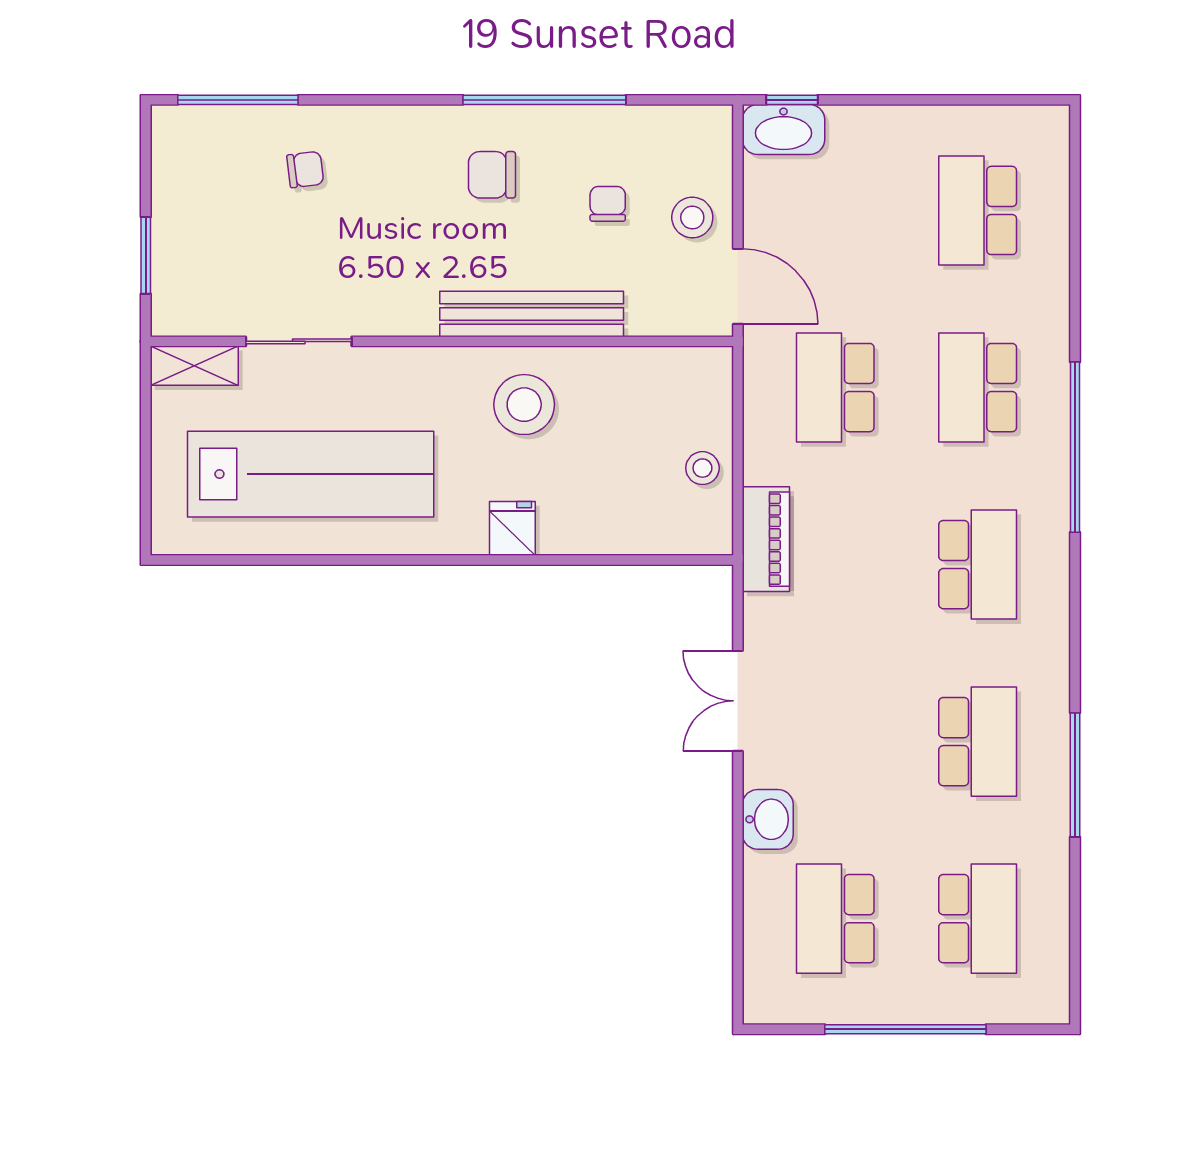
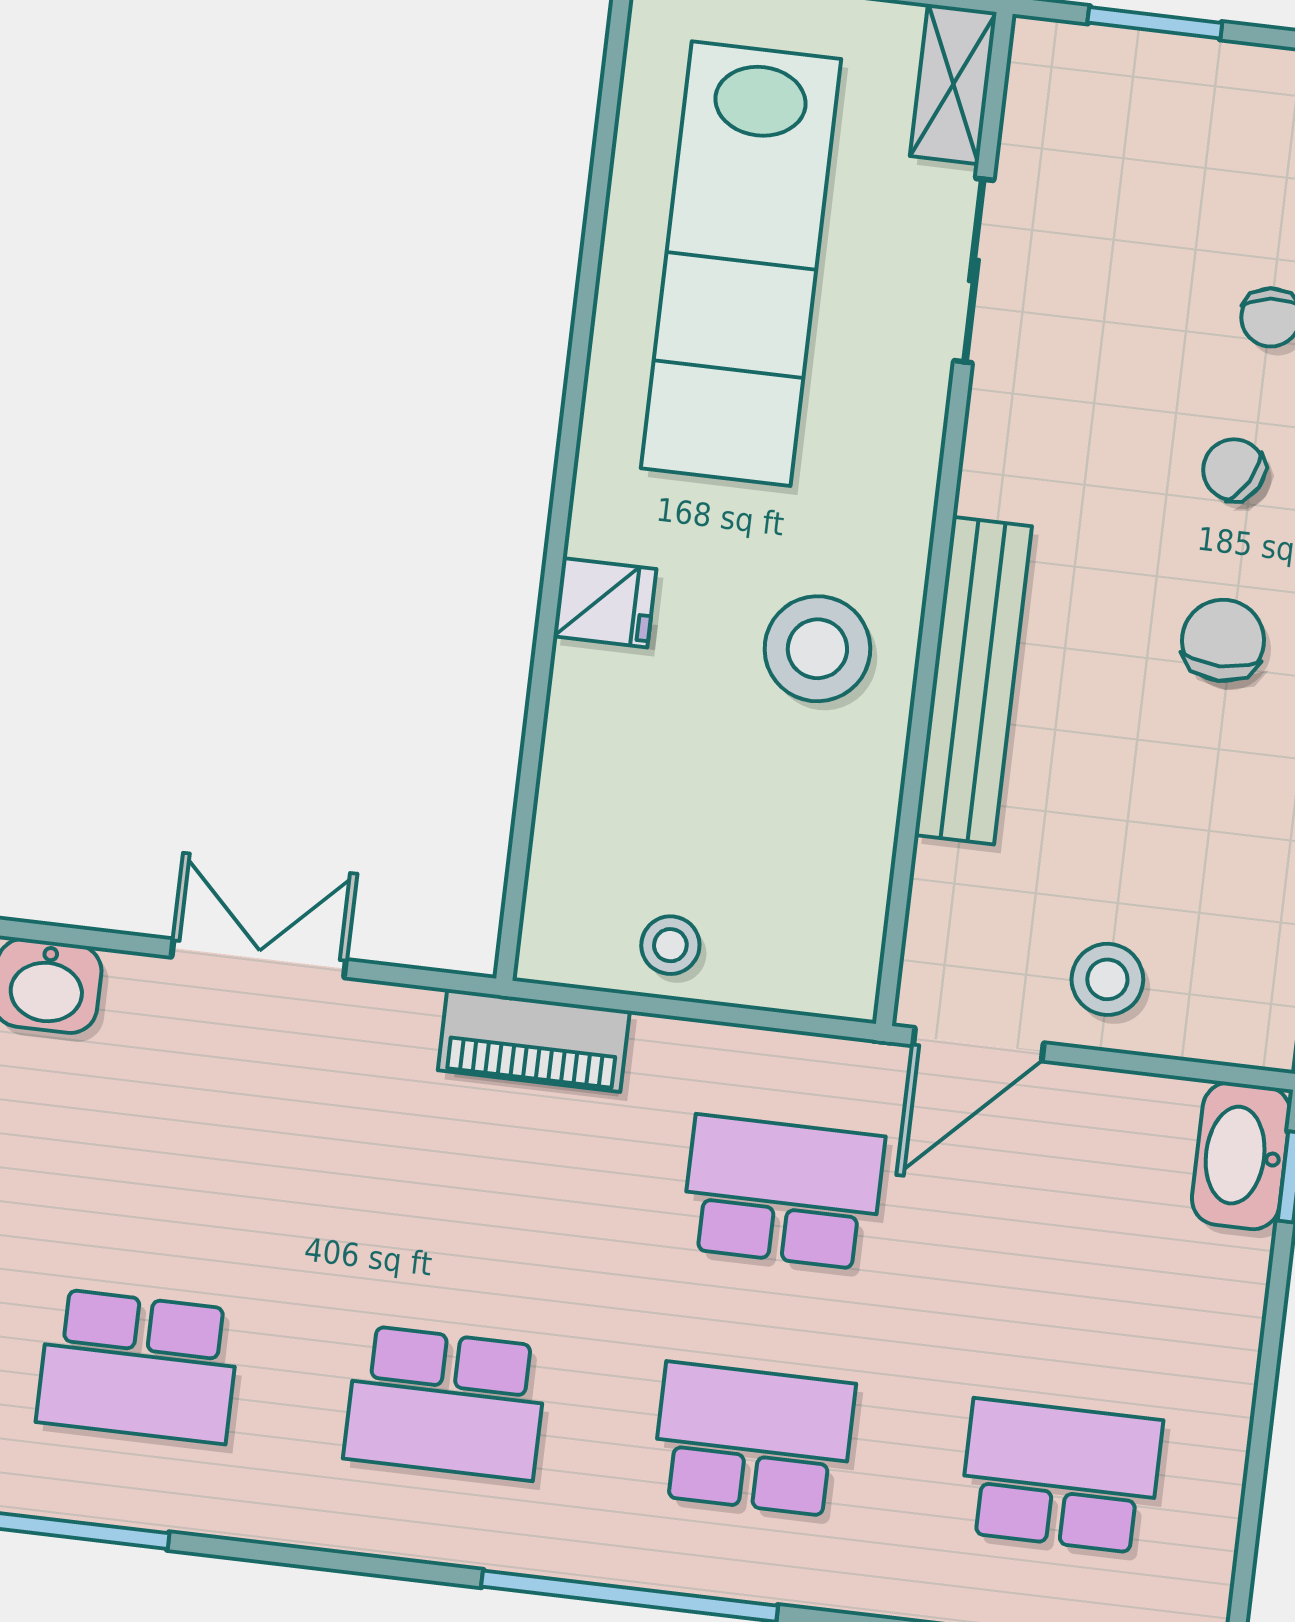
chair: (608, 204) -> (1234, 470), moved, turned -151

